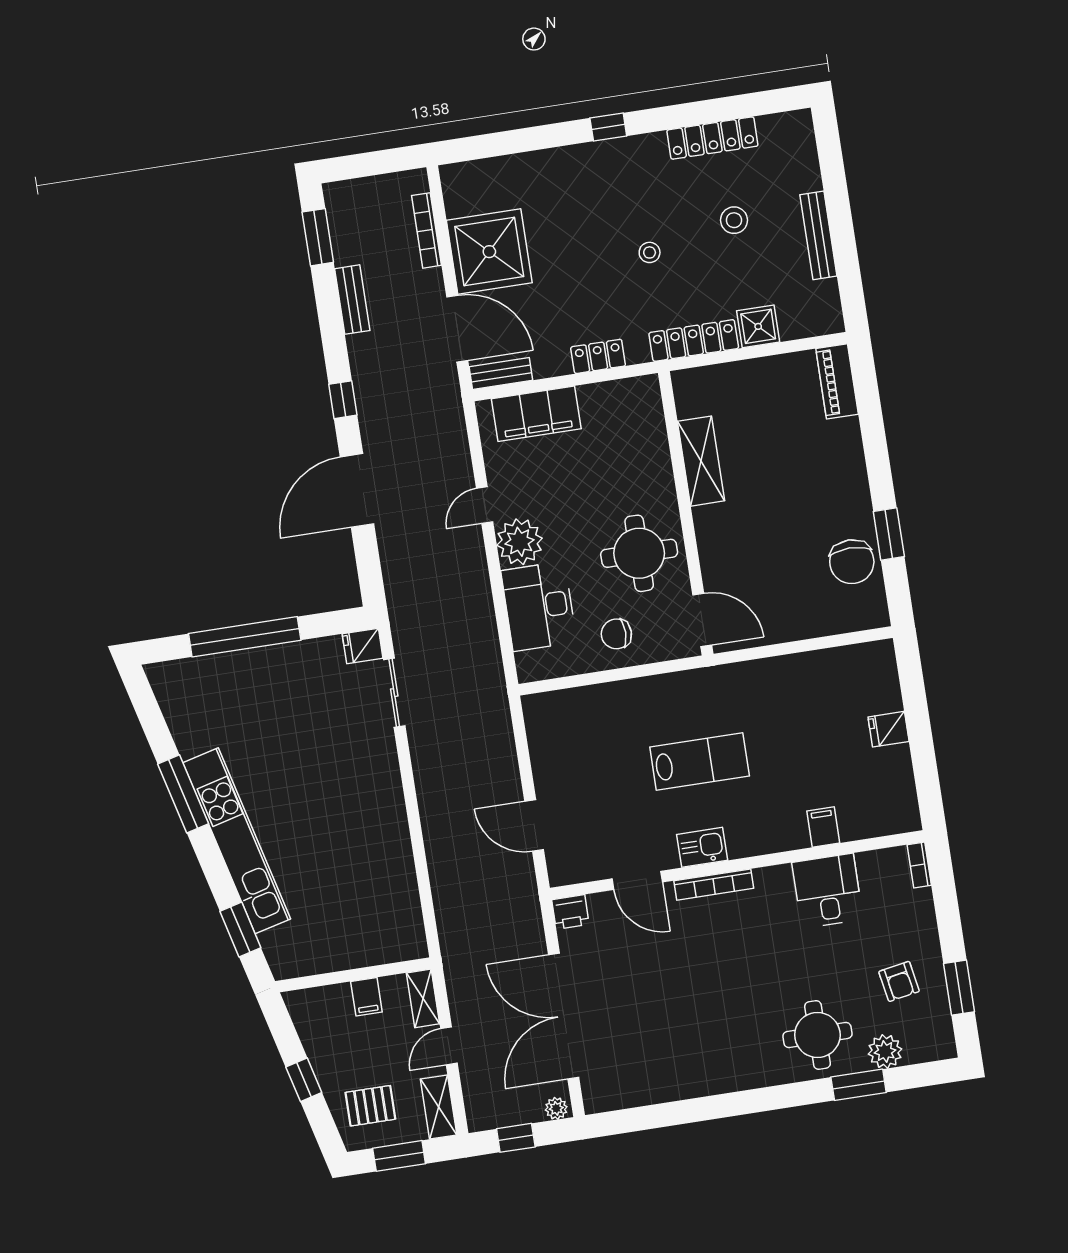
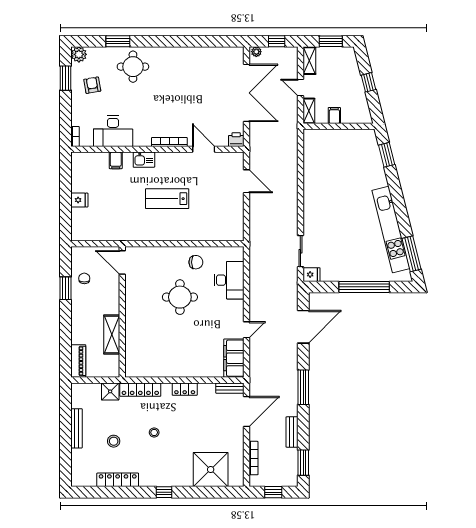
window: (373, 164) -> (273, 492), added
shower: (489, 252) -> (211, 470), moved
door: (457, 329) -> (246, 411), swing flipped
window: (343, 400) -> (303, 387), width x2.17
filing cabinet: (536, 414) -> (234, 358), moved, turned -90
shelving: (701, 461) -> (112, 334), moved
door: (357, 490) -> (303, 327), moved
wall: (686, 513) -> (122, 312), moved
plant: (520, 542) -> (233, 311), removed
chair: (852, 562) -> (84, 278), width x0.54, depth x0.54
door: (702, 620) -> (122, 263), moved
window: (183, 794) -> (412, 254), moved
kitchen unit: (237, 841) -> (391, 230), moved
kitchen sink: (702, 847) -> (144, 160), moved
desk: (827, 891) -> (113, 131), width x1.37
door: (449, 1046) -> (300, 87), swing flipped
plant: (885, 1051) -> (79, 54), moved
pallet: (370, 1106) -> (340, 66), removed

